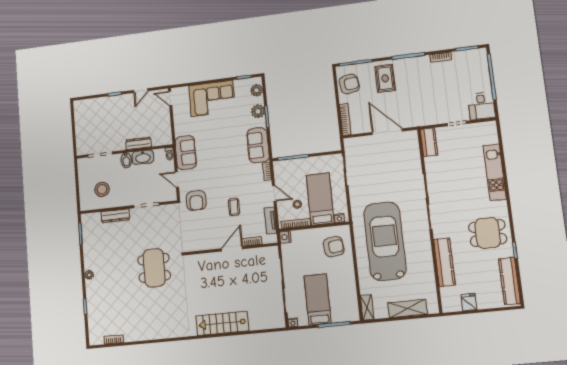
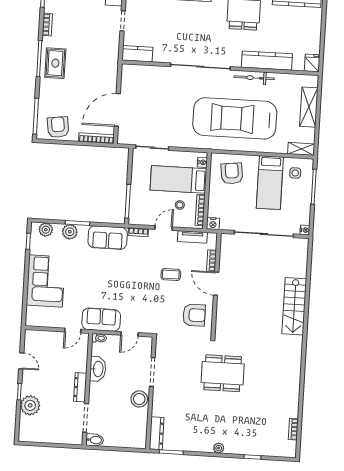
rug: (385, 78) -> (55, 63), moved, turned 90
door: (170, 98) -> (73, 330), moved
plant: (104, 105) -> (30, 405), added
door: (387, 132) -> (117, 110), moved
dresser: (138, 143) -> (80, 387), moved
bidet: (126, 160) -> (95, 440), moved
stool: (102, 189) -> (139, 399), moved
armchair: (196, 200) -> (194, 315), moved
dresser: (115, 216) -> (157, 433), moved
bicycle: (426, 253) -> (254, 78), added
bed: (318, 299) -> (270, 183), moved, turned -90
fridge: (469, 302) -> (312, 63), moved, turned 90
side table: (344, 305) -> (295, 173), added

